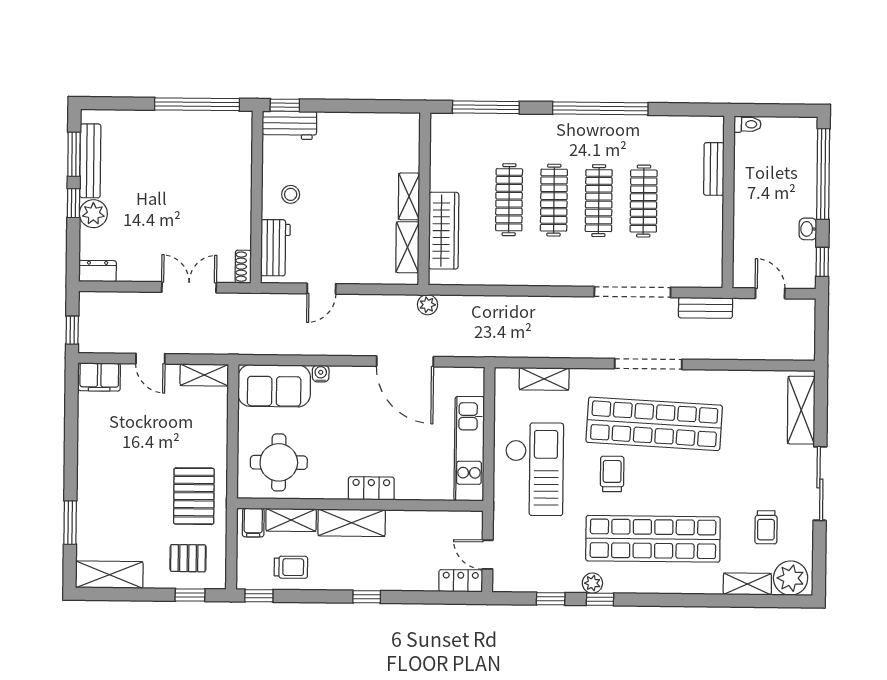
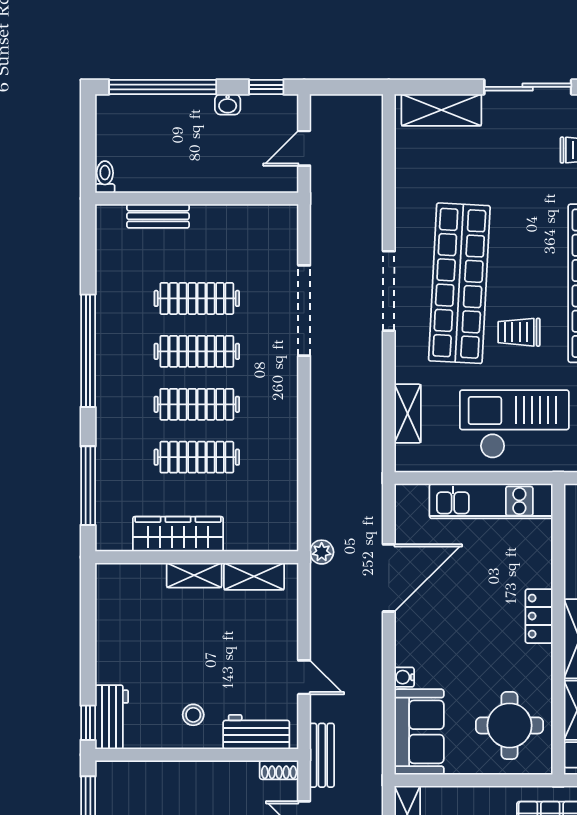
wardrobe: (444, 231) -> (178, 534), moved
bench: (705, 308) -> (322, 755), moved

